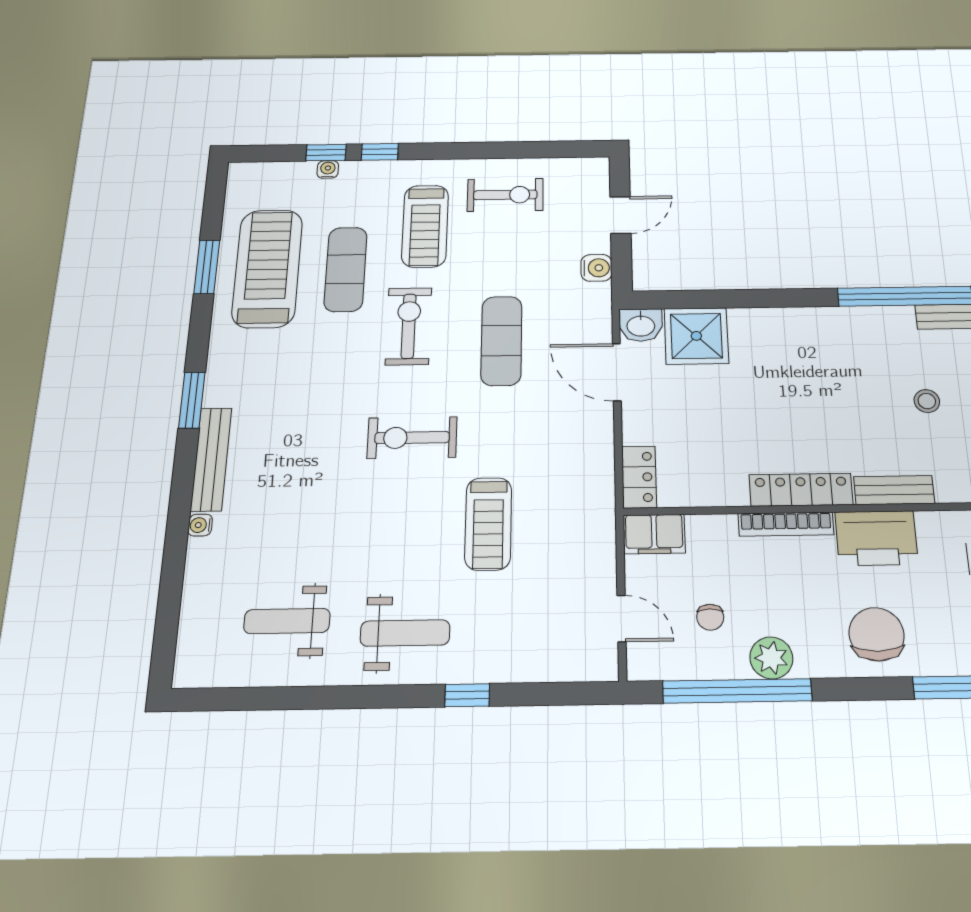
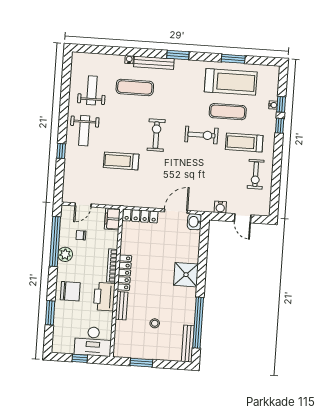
shower: (696, 336) -> (186, 275), moved
exercise mat: (501, 341) -> (135, 87), moved
locker: (639, 477) -> (140, 216), width x1.53

